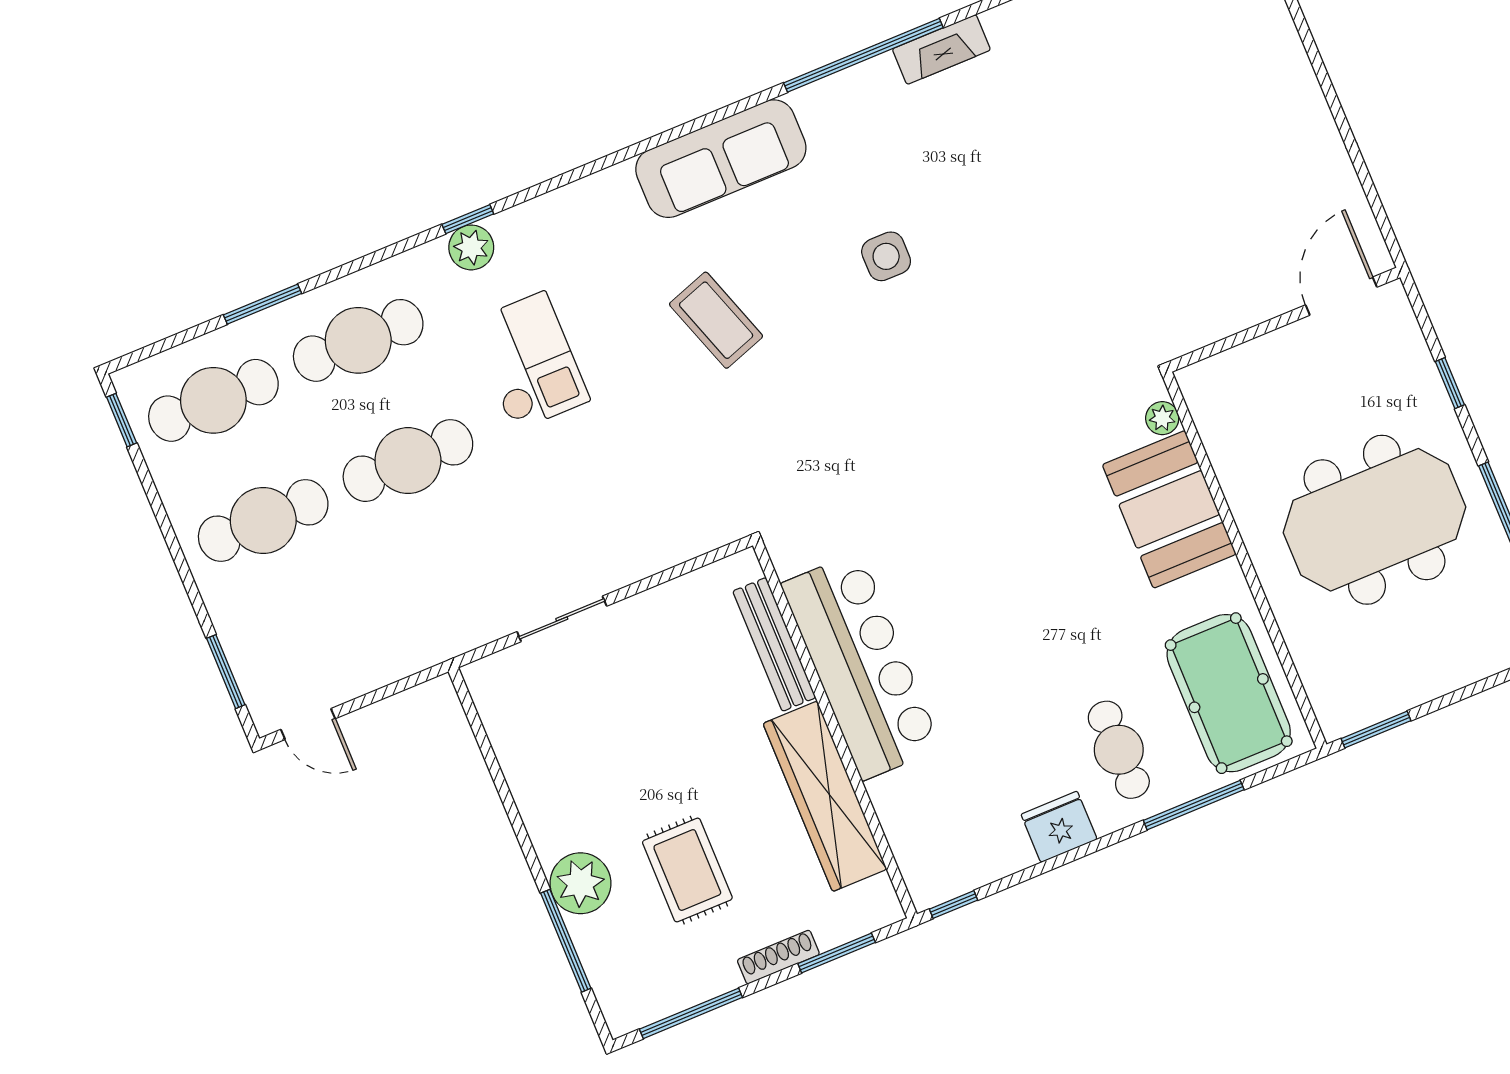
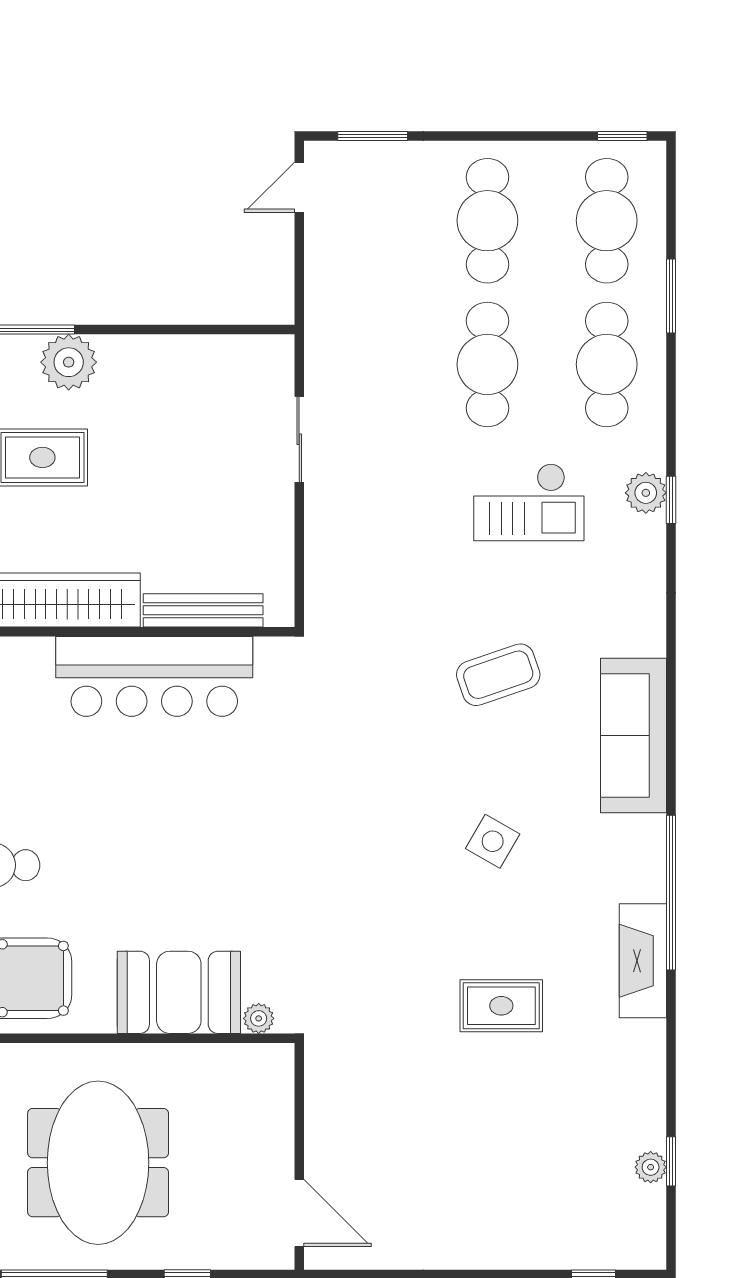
fireplace: (941, 49) -> (643, 961), width x1.37, depth x1.32
rug: (1048, 179) -> (501, 1006), added
side table: (886, 256) -> (493, 841), turned 30

